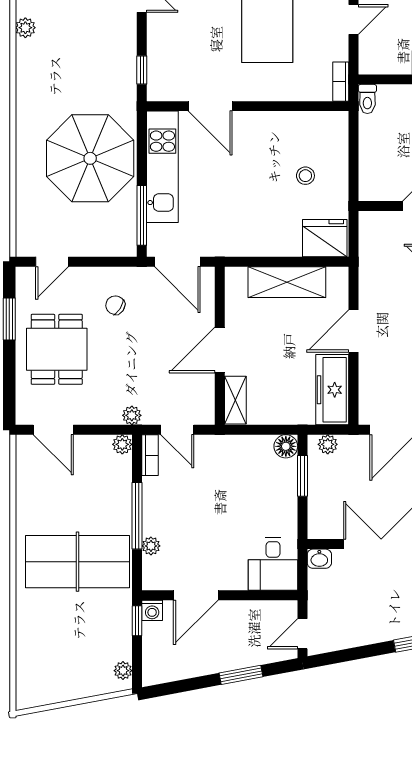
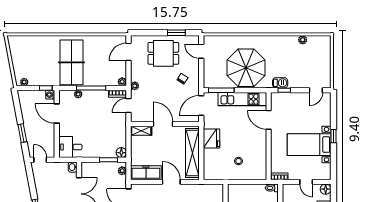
barbecue: (125, 80) -> (280, 83), added
door: (210, 106) -> (269, 120), hinge flipped
fridge: (325, 238) -> (211, 139), moved
shelving: (287, 282) -> (192, 153), width x1.47

